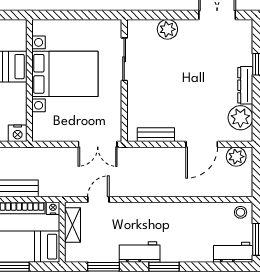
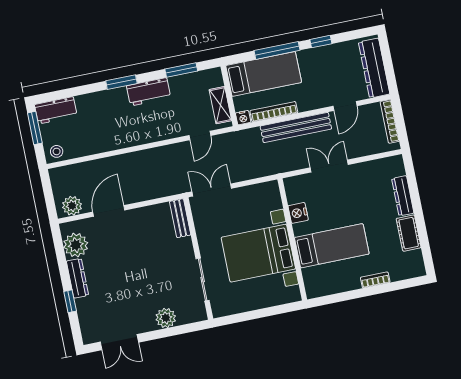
nightstand: (18, 133) -> (298, 213), moved, turned -90
bench: (156, 135) -> (180, 218), moved, turned 90

